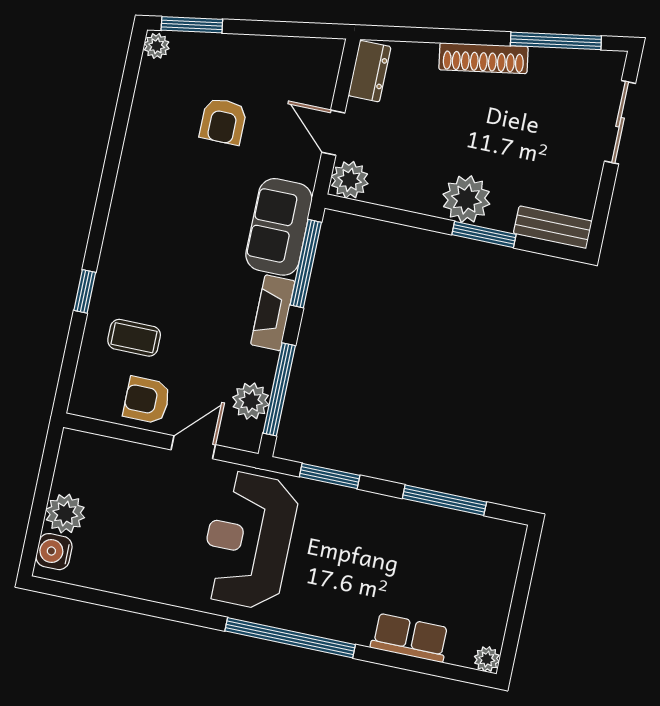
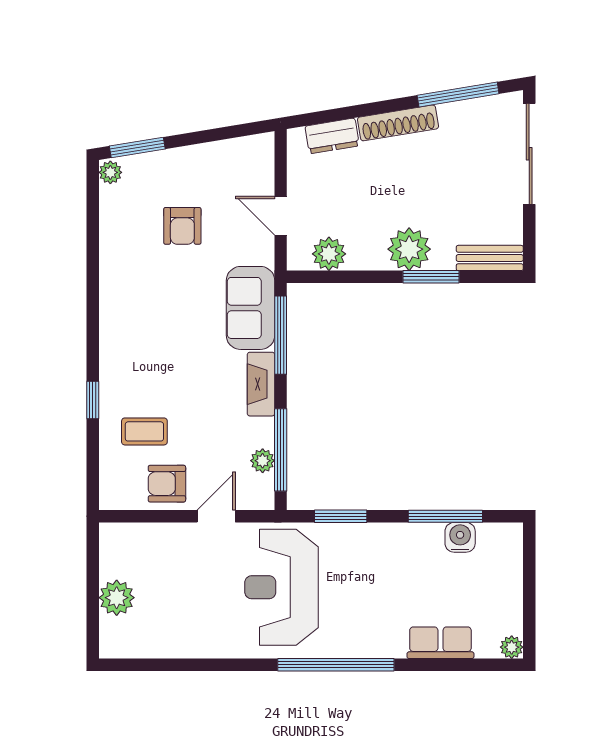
dresser: (370, 71) -> (332, 136), moved, turned 81
sliding door: (620, 122) -> (529, 154), width x1.37
plant: (350, 180) -> (329, 254), moved
plant: (251, 401) -> (263, 461), width x0.73, depth x0.73
water cooler: (54, 552) -> (460, 537), moved, turned 90

